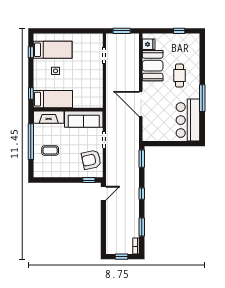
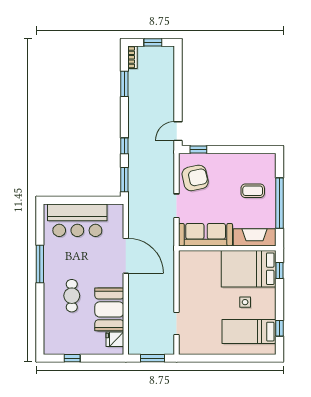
bed: (53, 99) -> (249, 269), width x1.50
bar counter: (188, 120) -> (77, 220), moved, turned 90
window: (142, 194) -> (124, 146), moved

